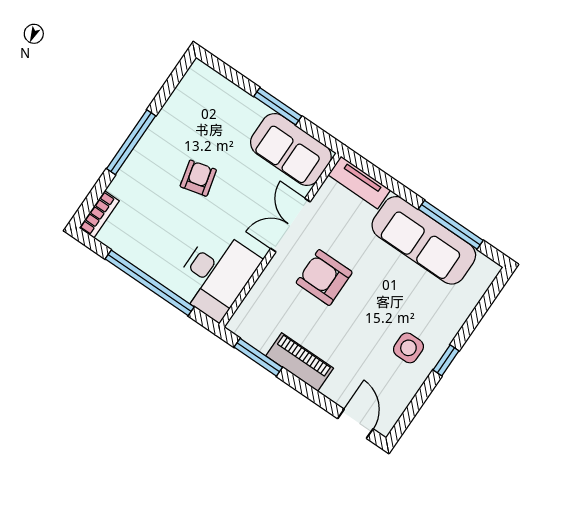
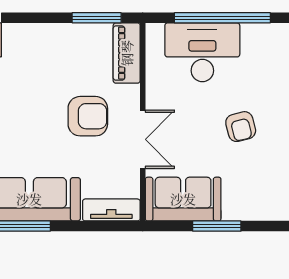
desk: (216, 274) -> (202, 52), moved, turned 90
piano: (300, 362) -> (127, 53), moved, turned 90

